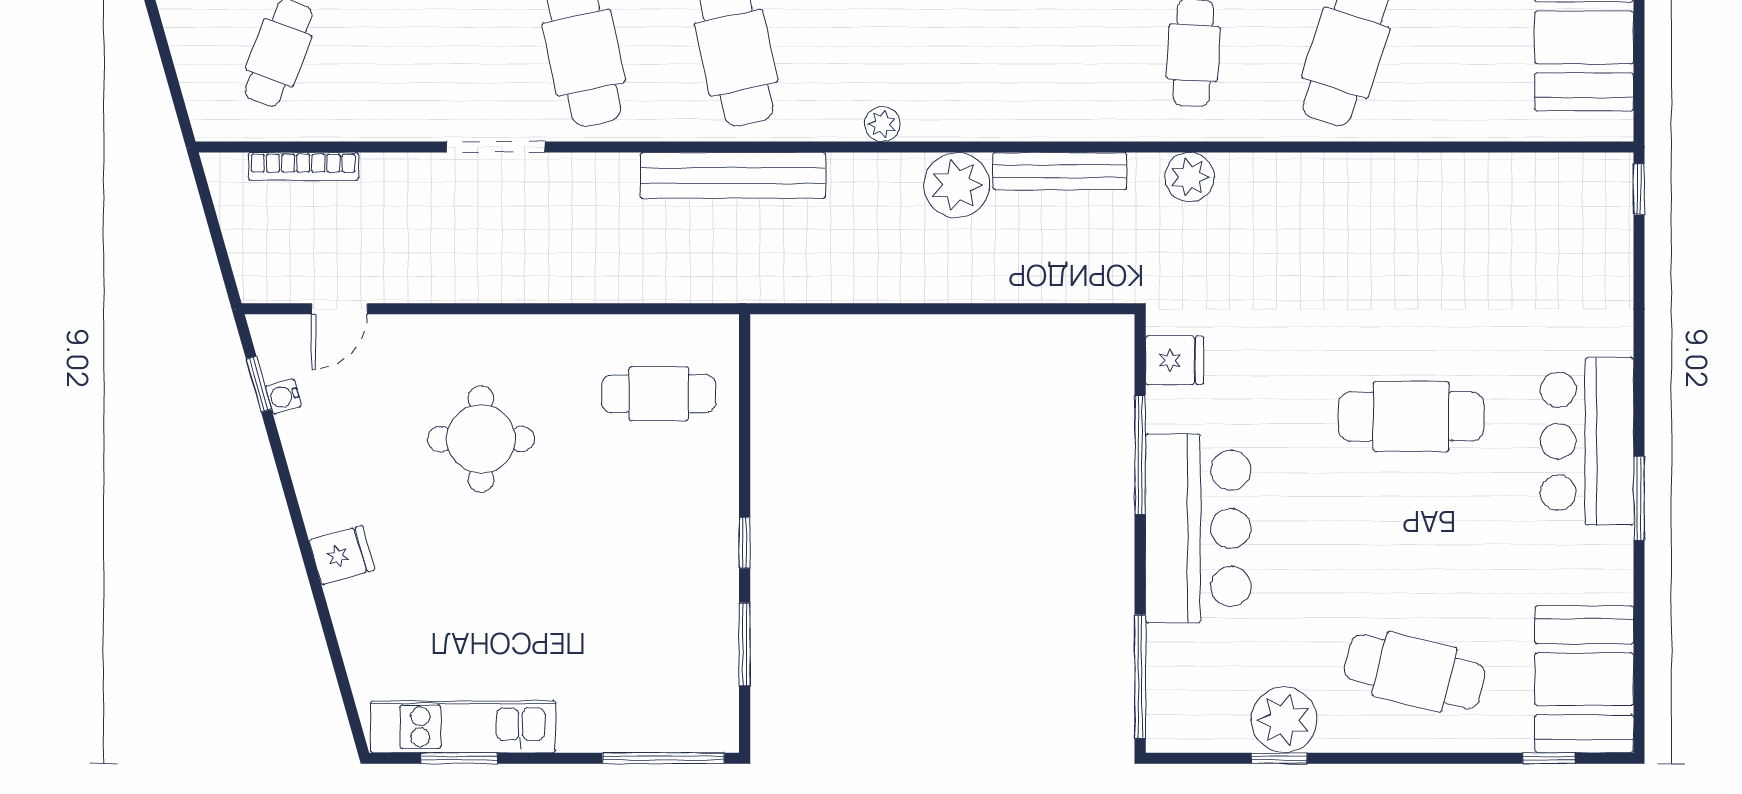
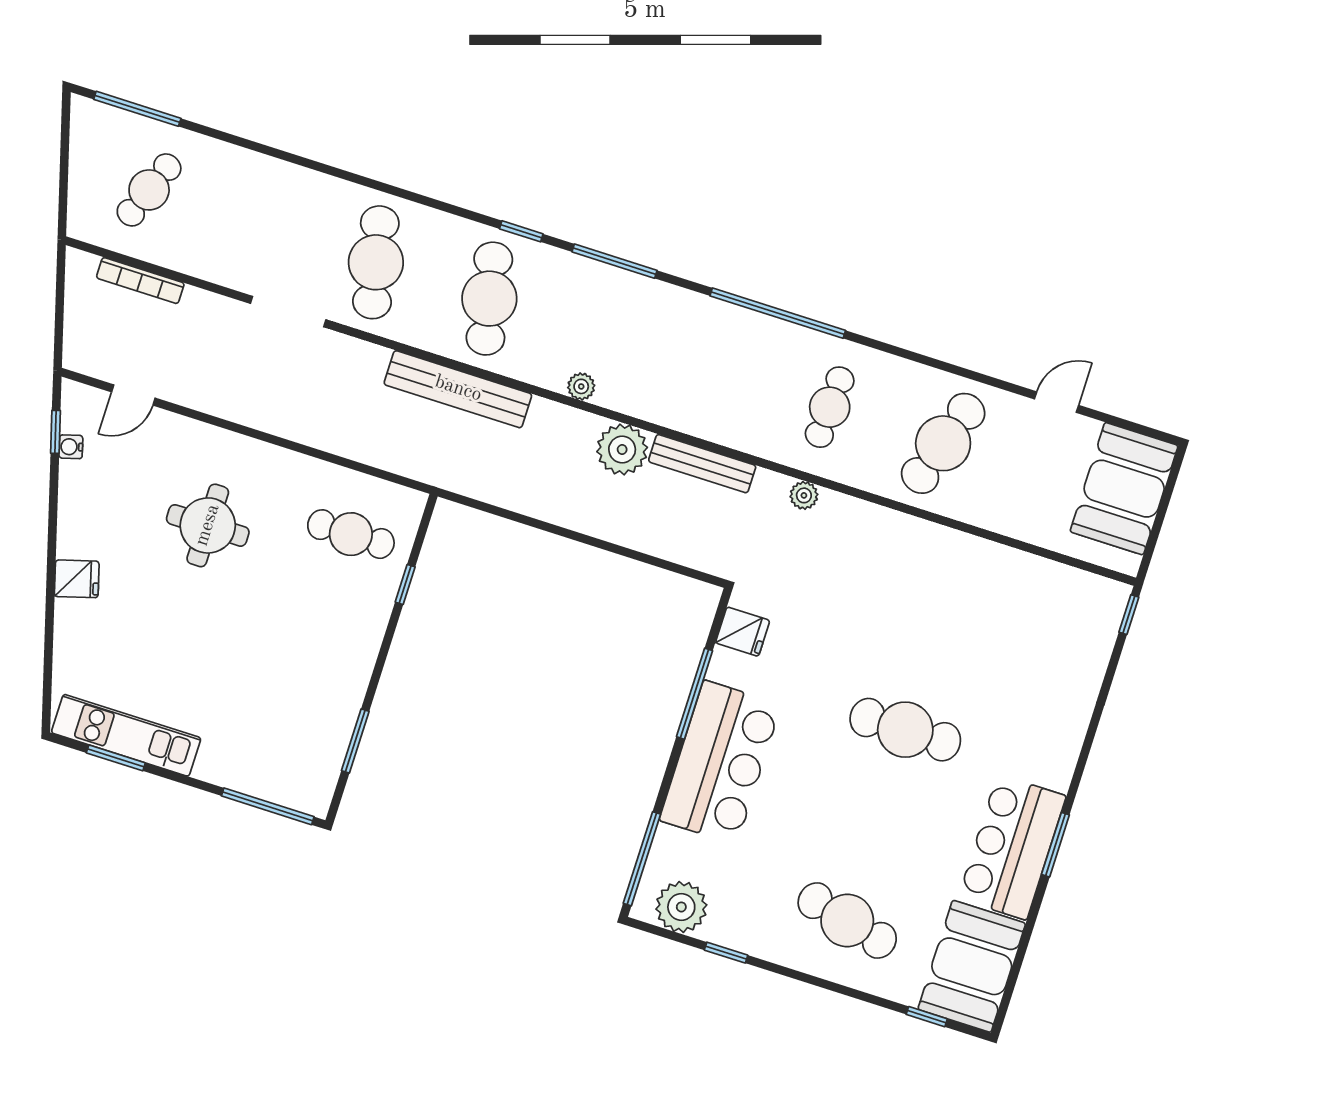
plant: (1190, 177) -> (804, 495), width x0.73, depth x0.73
bar counter: (1587, 441) -> (1012, 847), moved
window: (745, 543) -> (405, 584), moved
plant: (1284, 720) -> (681, 907), moved

